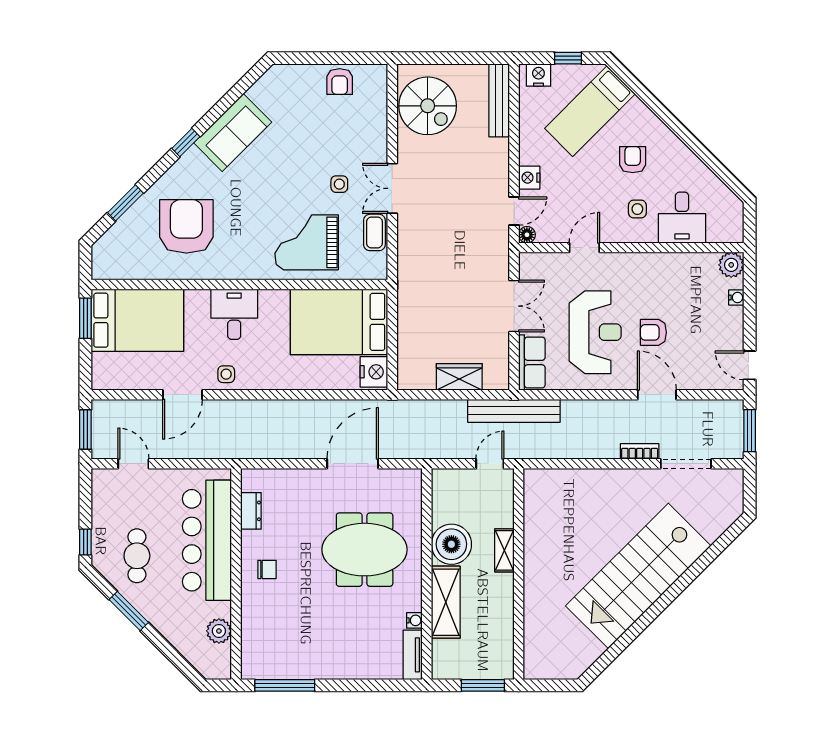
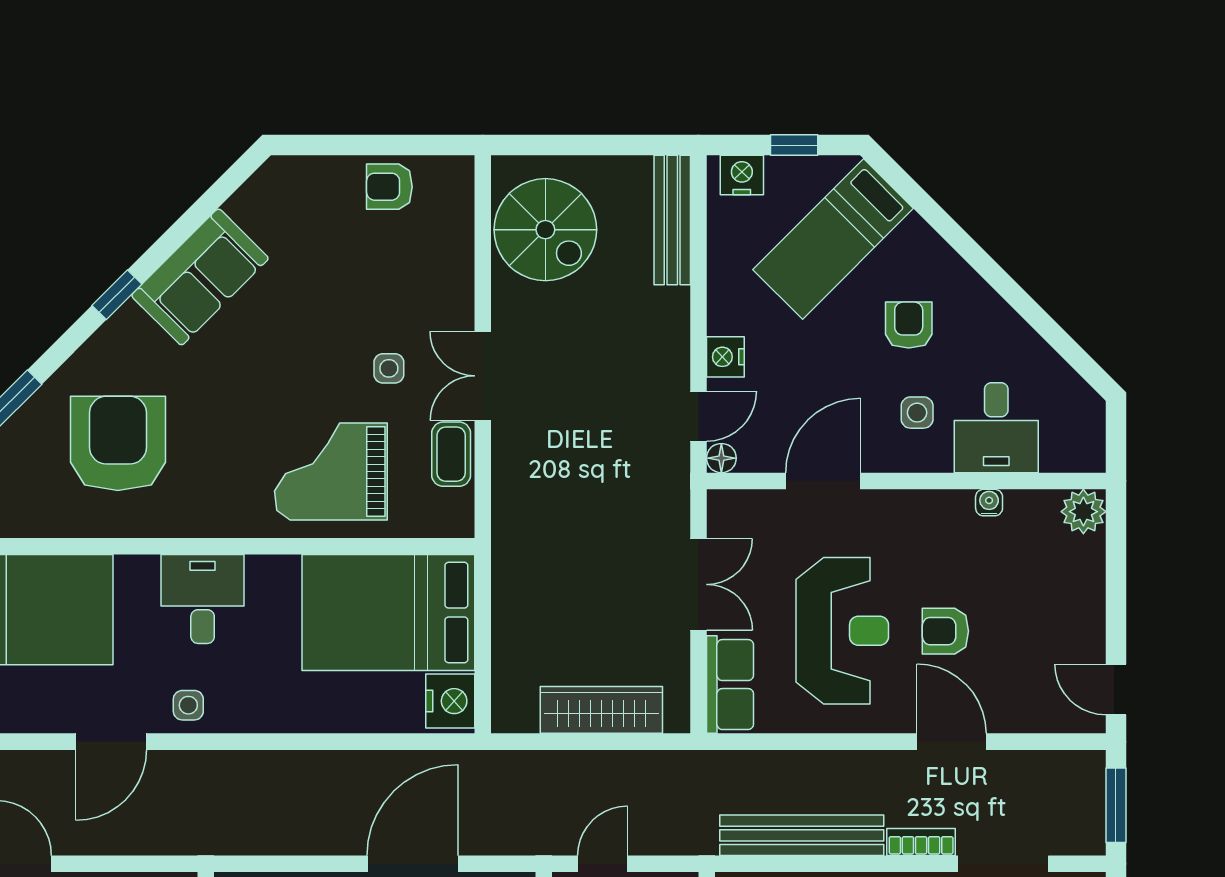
armchair: (340, 82) -> (389, 187), turned 90
door: (584, 248) -> (823, 481), width x1.38
water cooler: (736, 298) -> (989, 503), moved, turned -90
wardrobe: (459, 377) -> (601, 710), width x1.50
bench: (514, 411) -> (802, 835), moved
door: (490, 464) -> (603, 864), moved

